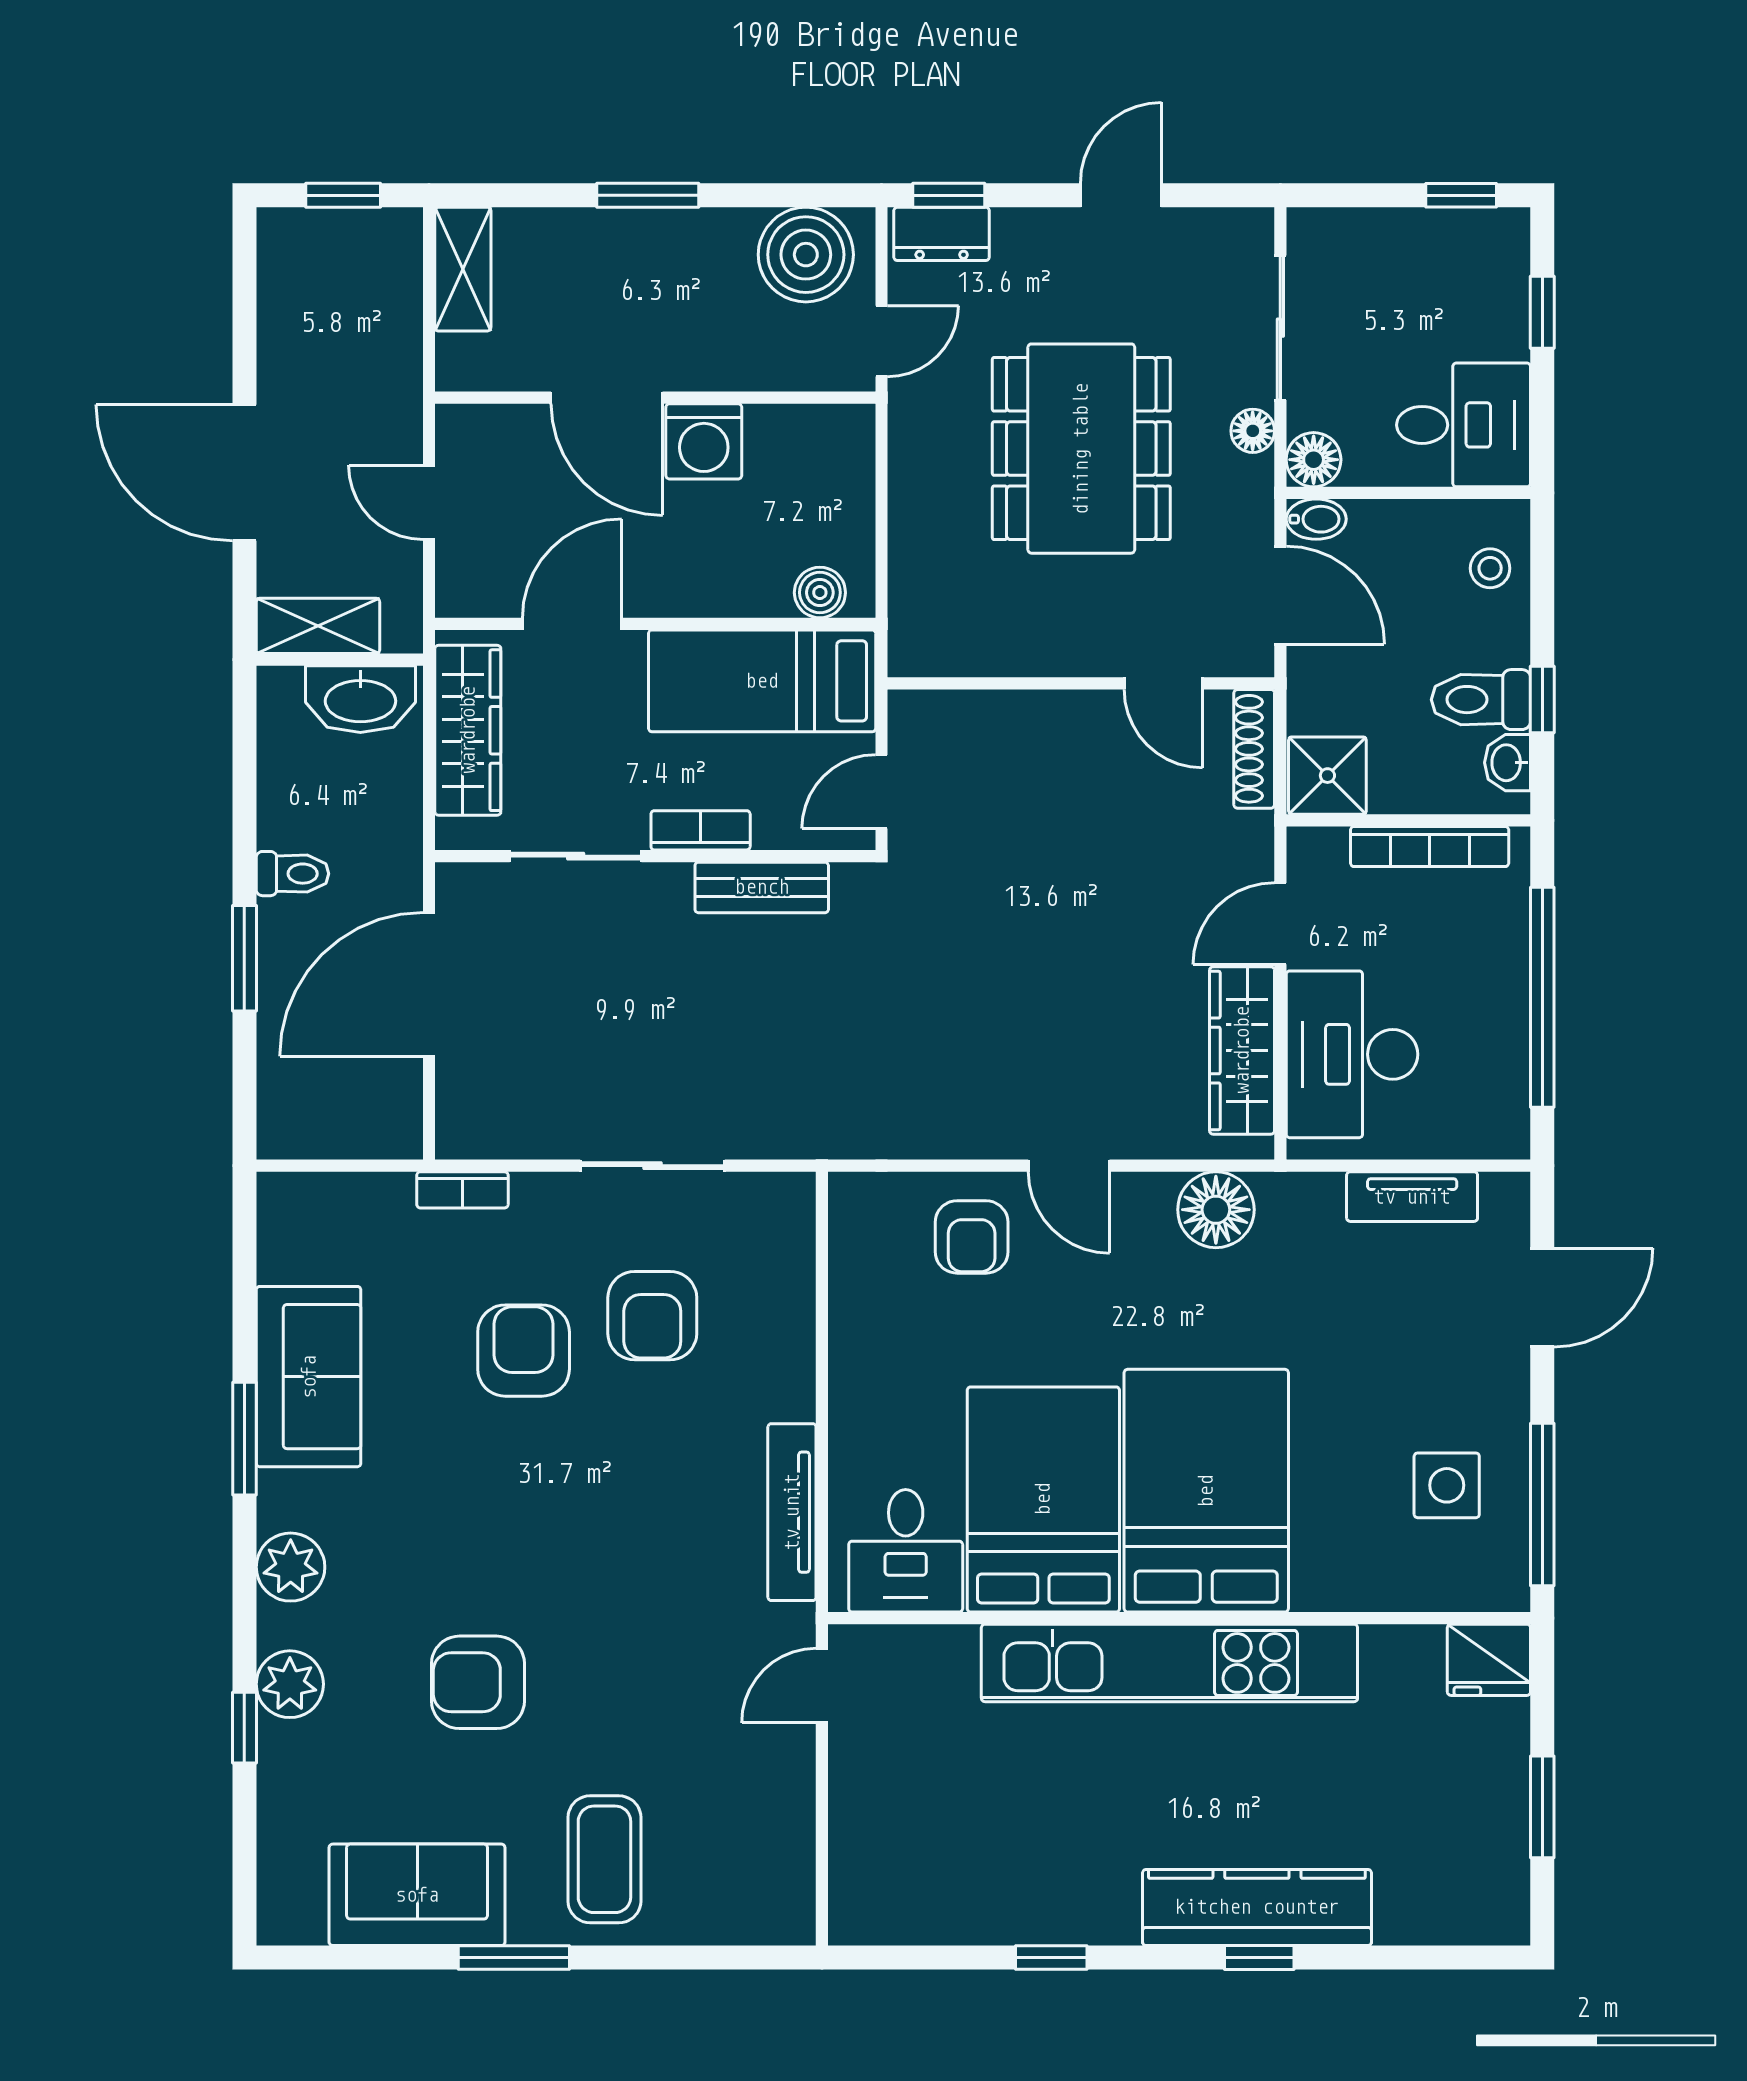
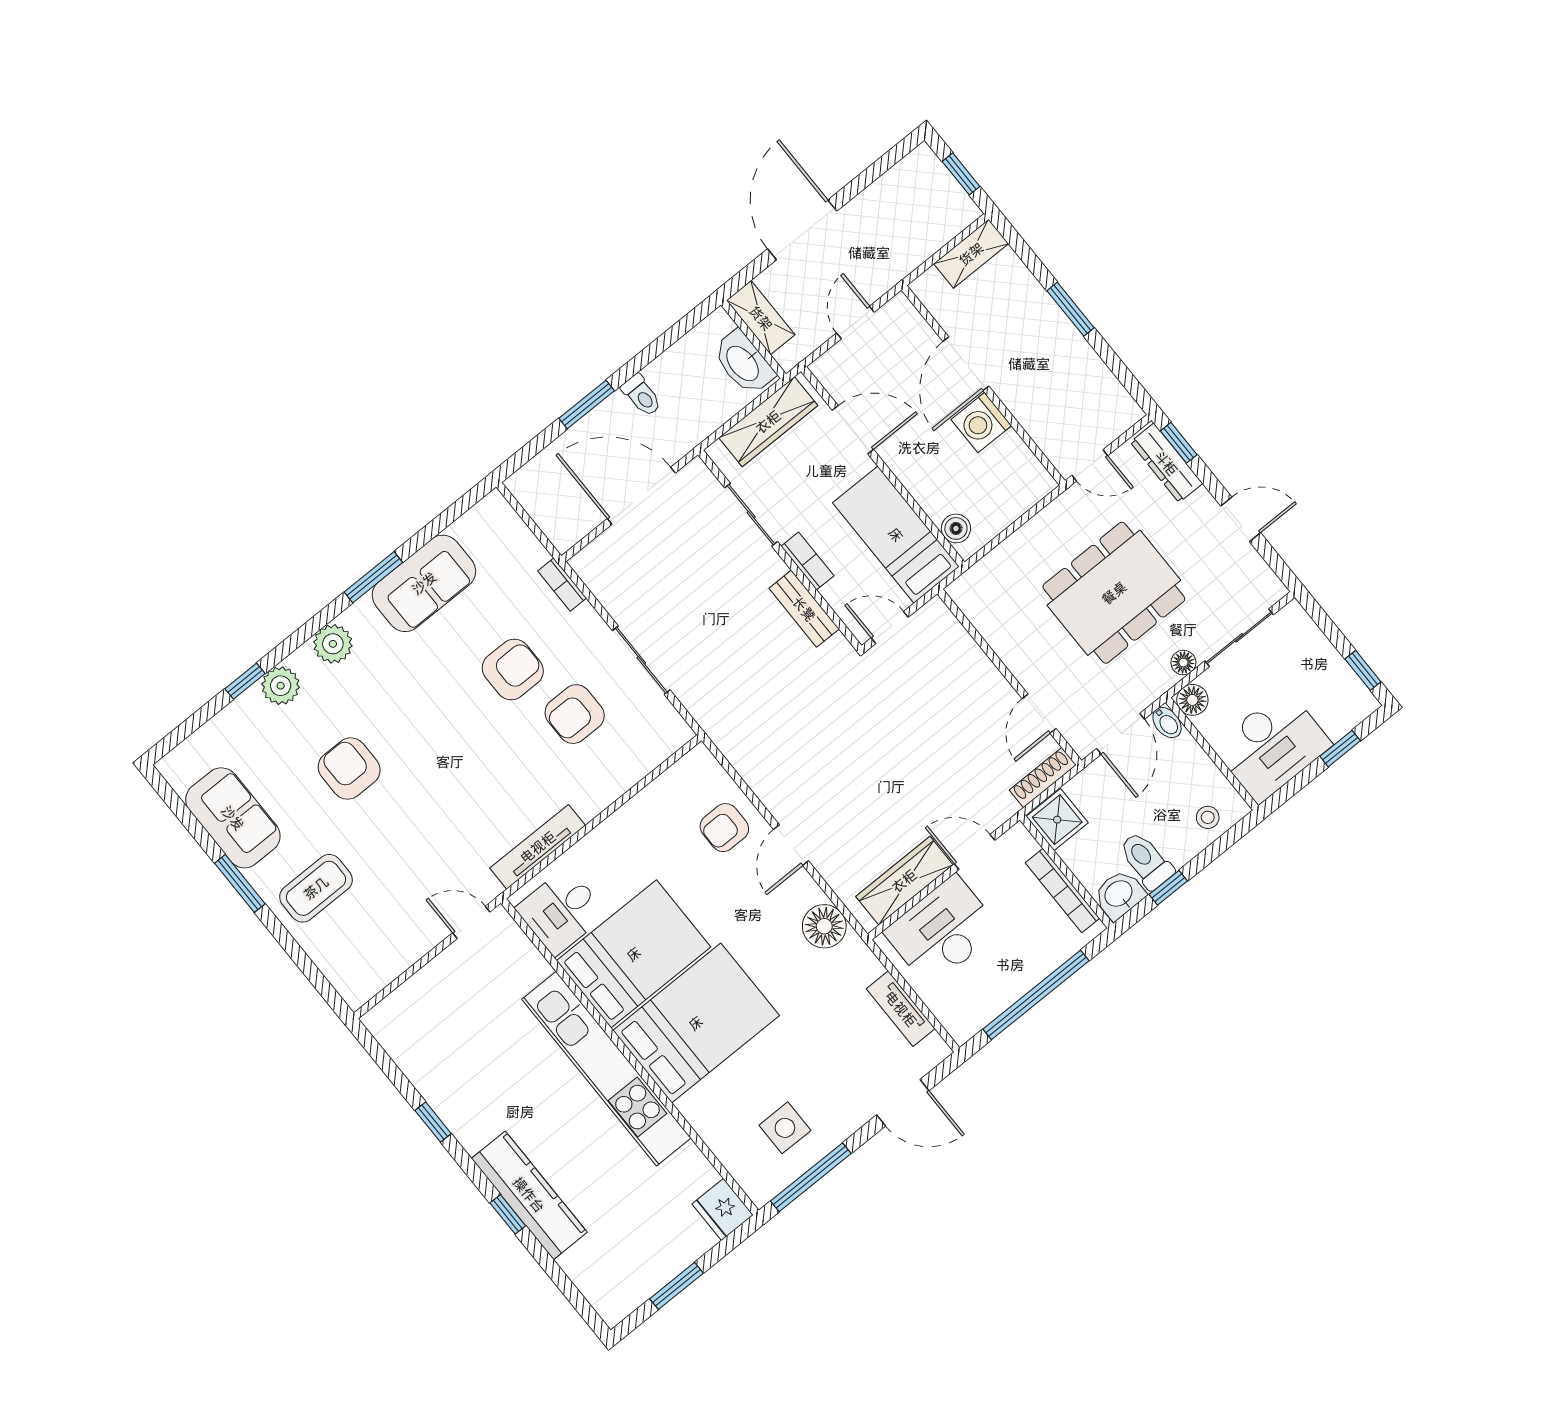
dresser: (942, 234) -> (1166, 463), width x1.44
boiler: (806, 255) -> (1101, 401), removed
desk: (1464, 425) -> (1272, 746), width x1.37
washbasin: (1508, 763) -> (1119, 894), width x1.38, depth x1.45

